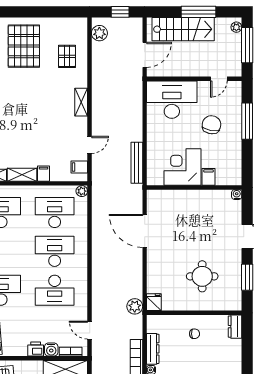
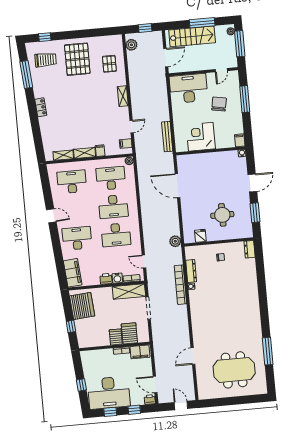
filing cabinet: (209, 177) -> (240, 140), moved
desk: (55, 251) -> (113, 207), turned 180
fridge: (154, 302) -> (200, 236), moved

